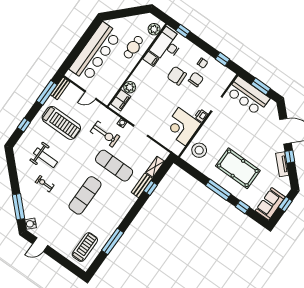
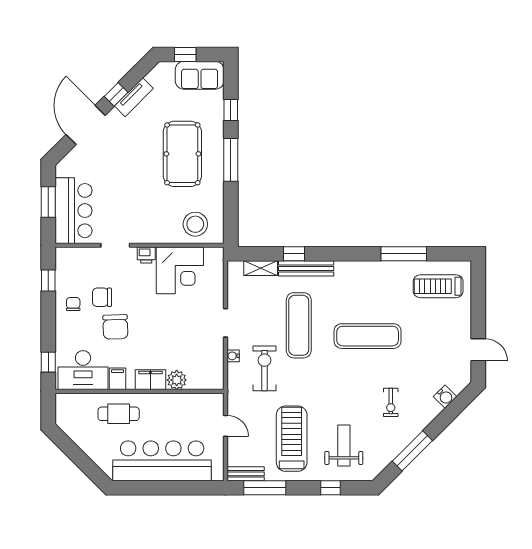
plant: (154, 29) -> (74, 403), removed
filing cabinet: (121, 100) -> (150, 380), moved
weight bench: (45, 158) -> (344, 446), moved
bench: (142, 185) -> (306, 268), width x1.36
window: (19, 207) -> (412, 451), moved
water cooler: (31, 224) -> (445, 397), moved

